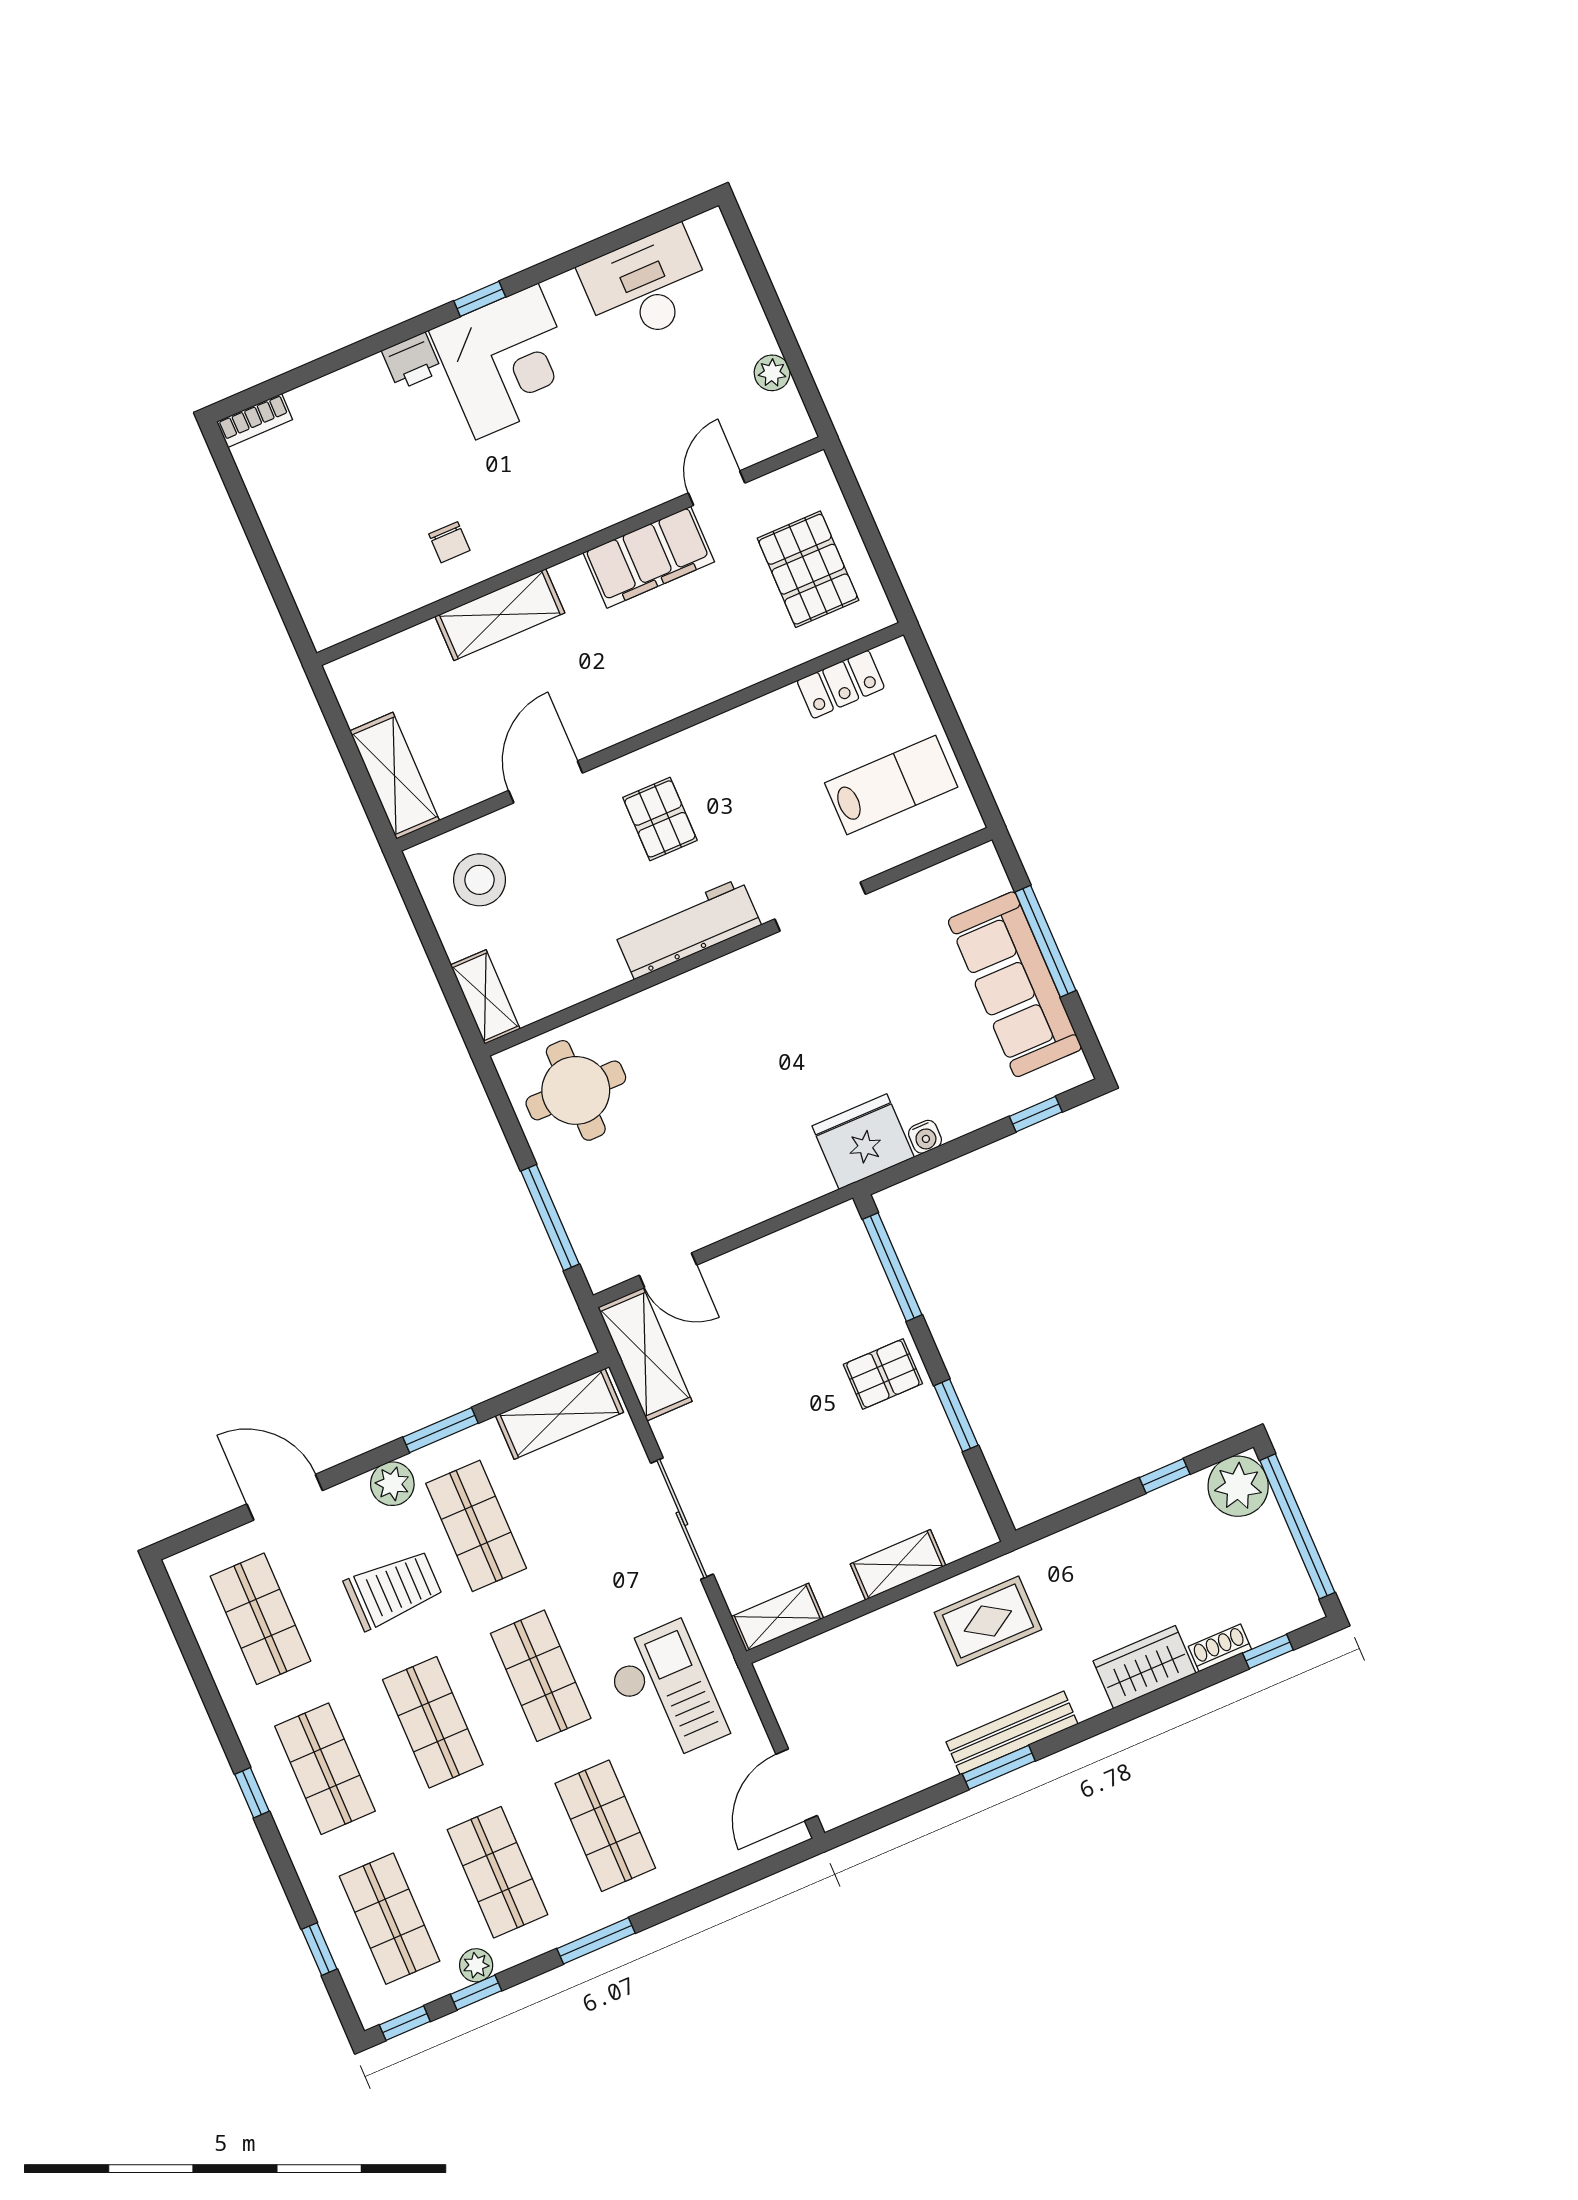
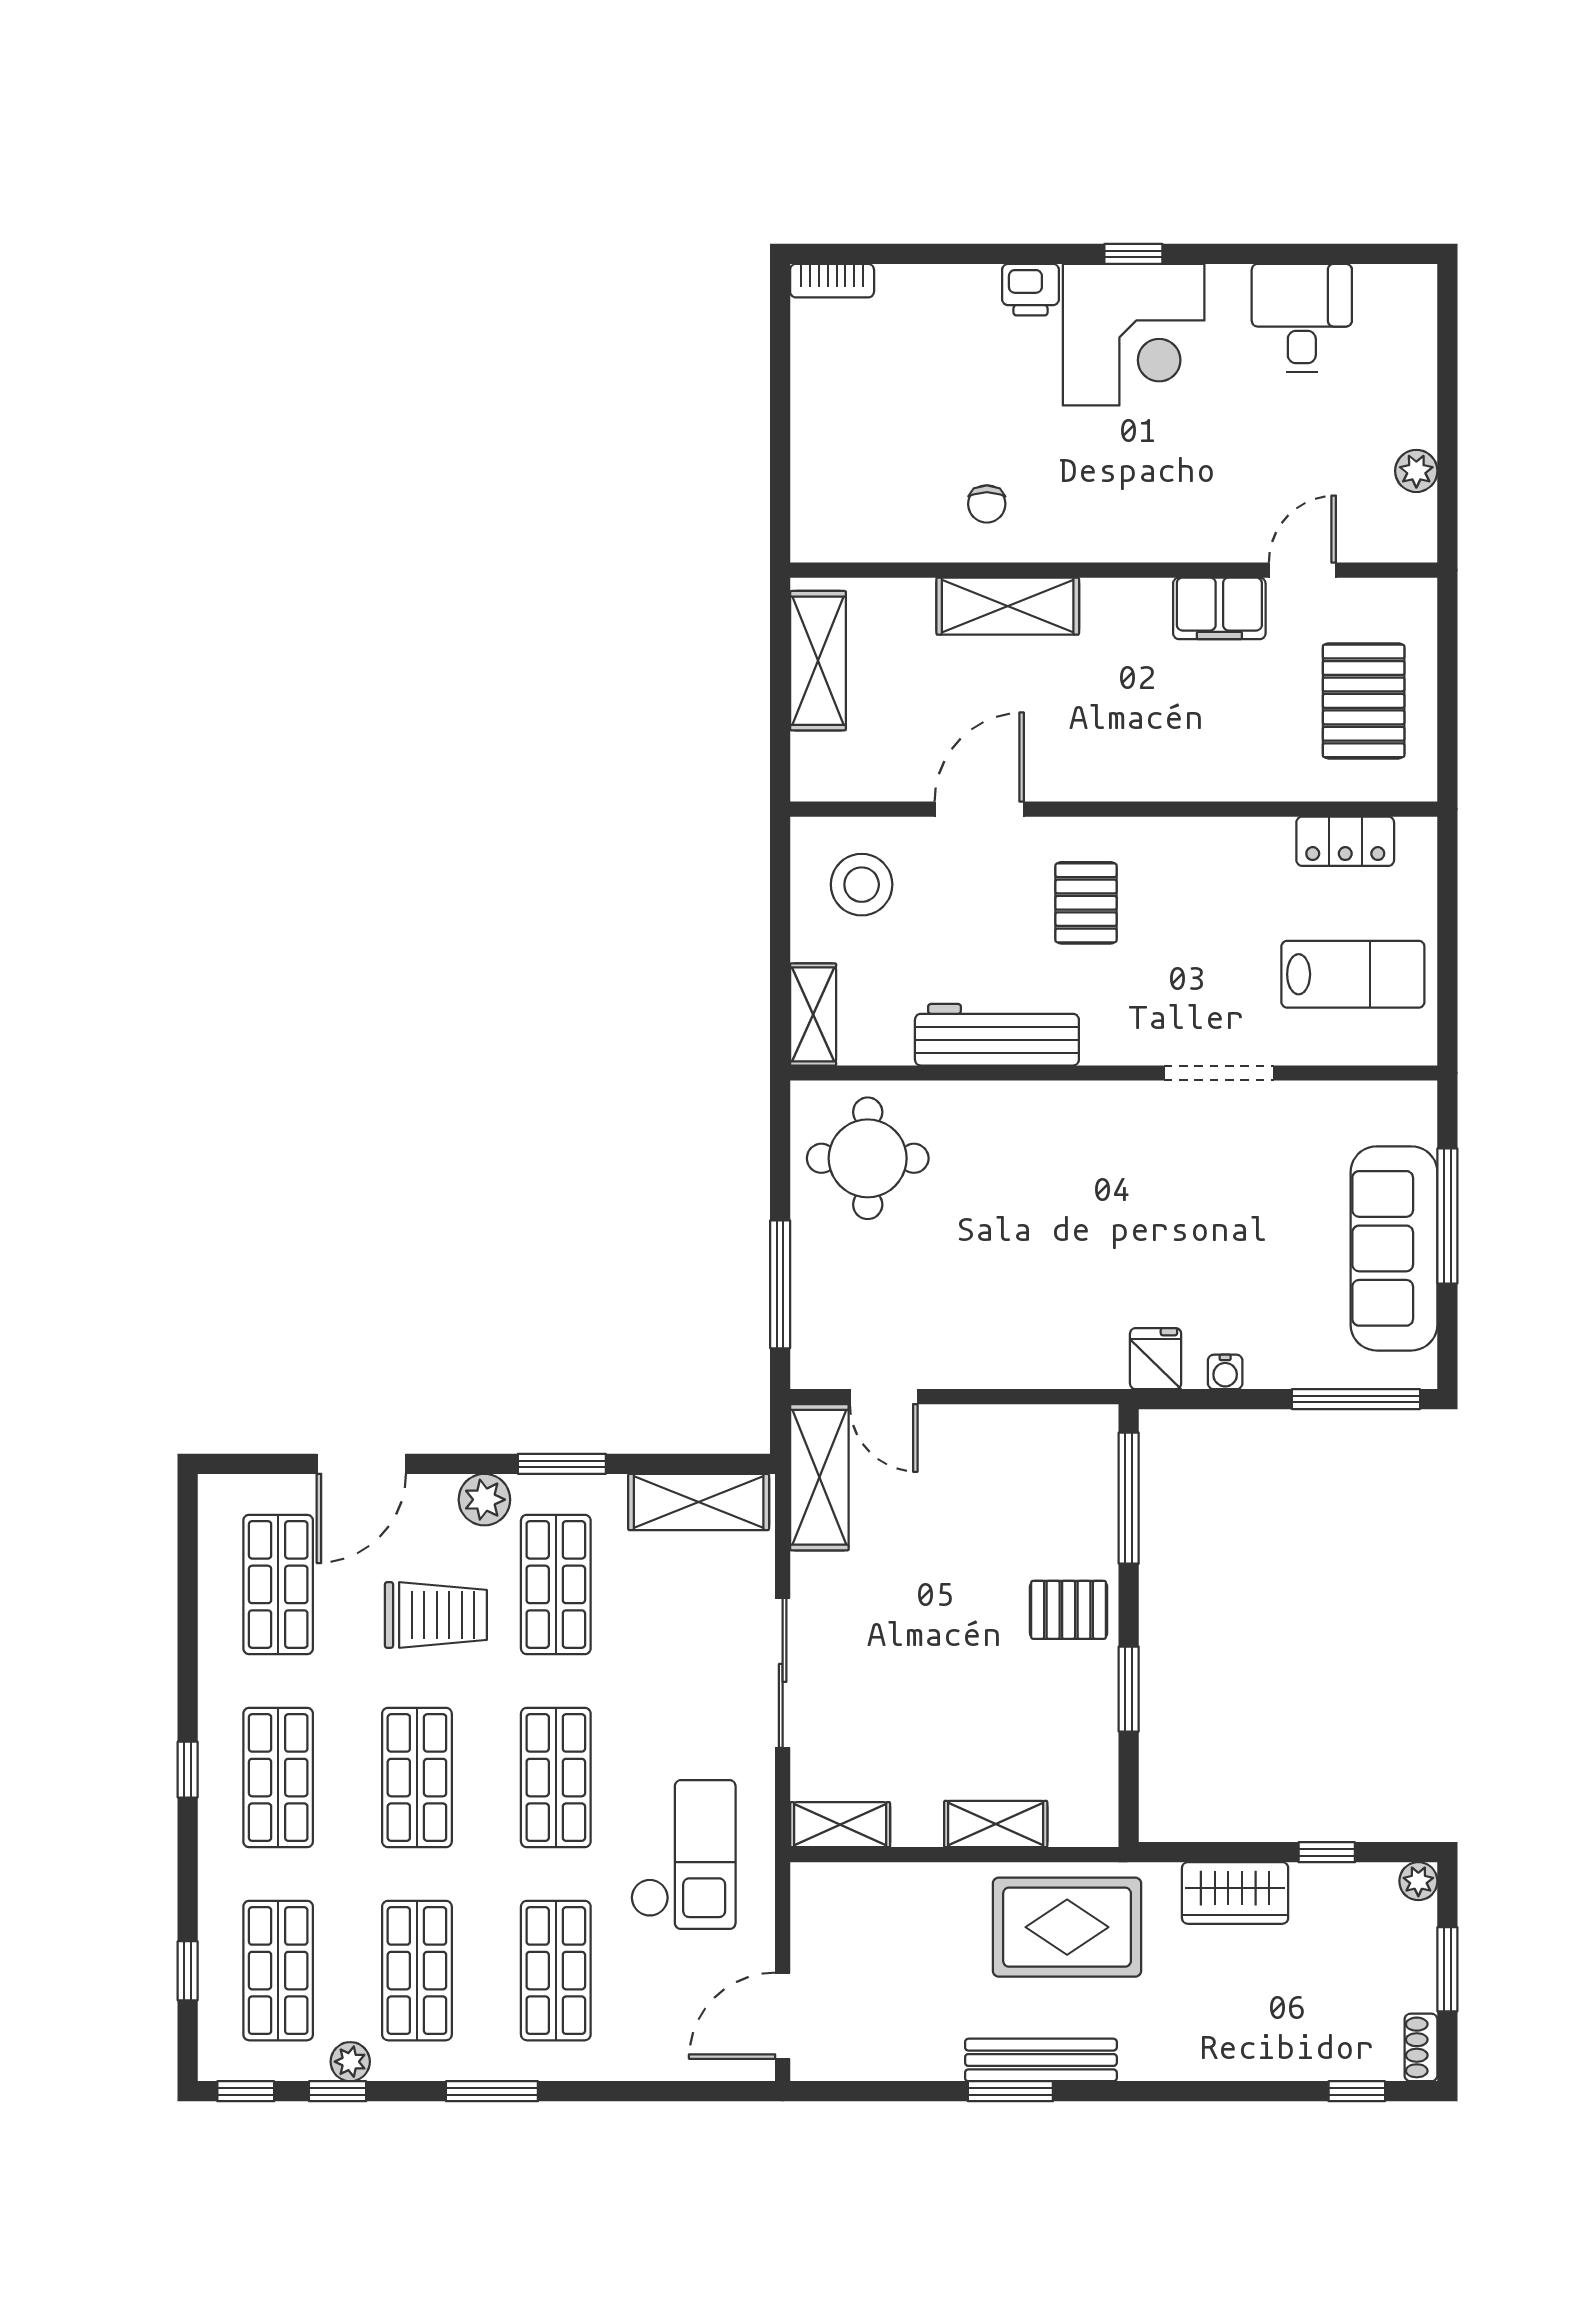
desk: (646, 286) -> (1302, 318), width x0.73
filing cabinet: (649, 557) -> (1219, 608), width x0.67, depth x0.86
shelving: (395, 776) -> (818, 661), moved
workbench: (688, 928) -> (997, 1035), moved
window: (1036, 1114) -> (1356, 1399), width x2.17
fridge: (863, 1142) -> (1156, 1359), width x0.53, depth x0.75
plant: (1238, 1486) -> (1418, 1881), width x0.53, depth x0.53
door: (285, 1497) -> (361, 1464), swing flipped
window: (1297, 1526) -> (1447, 1969), width x0.47
rug: (988, 1621) -> (1067, 1927), width x1.36, depth x1.43
shoe rack: (1220, 1648) -> (1421, 2047), moved, turned -90
wardrobe: (1144, 1667) -> (1235, 1893), moved, turned 180

